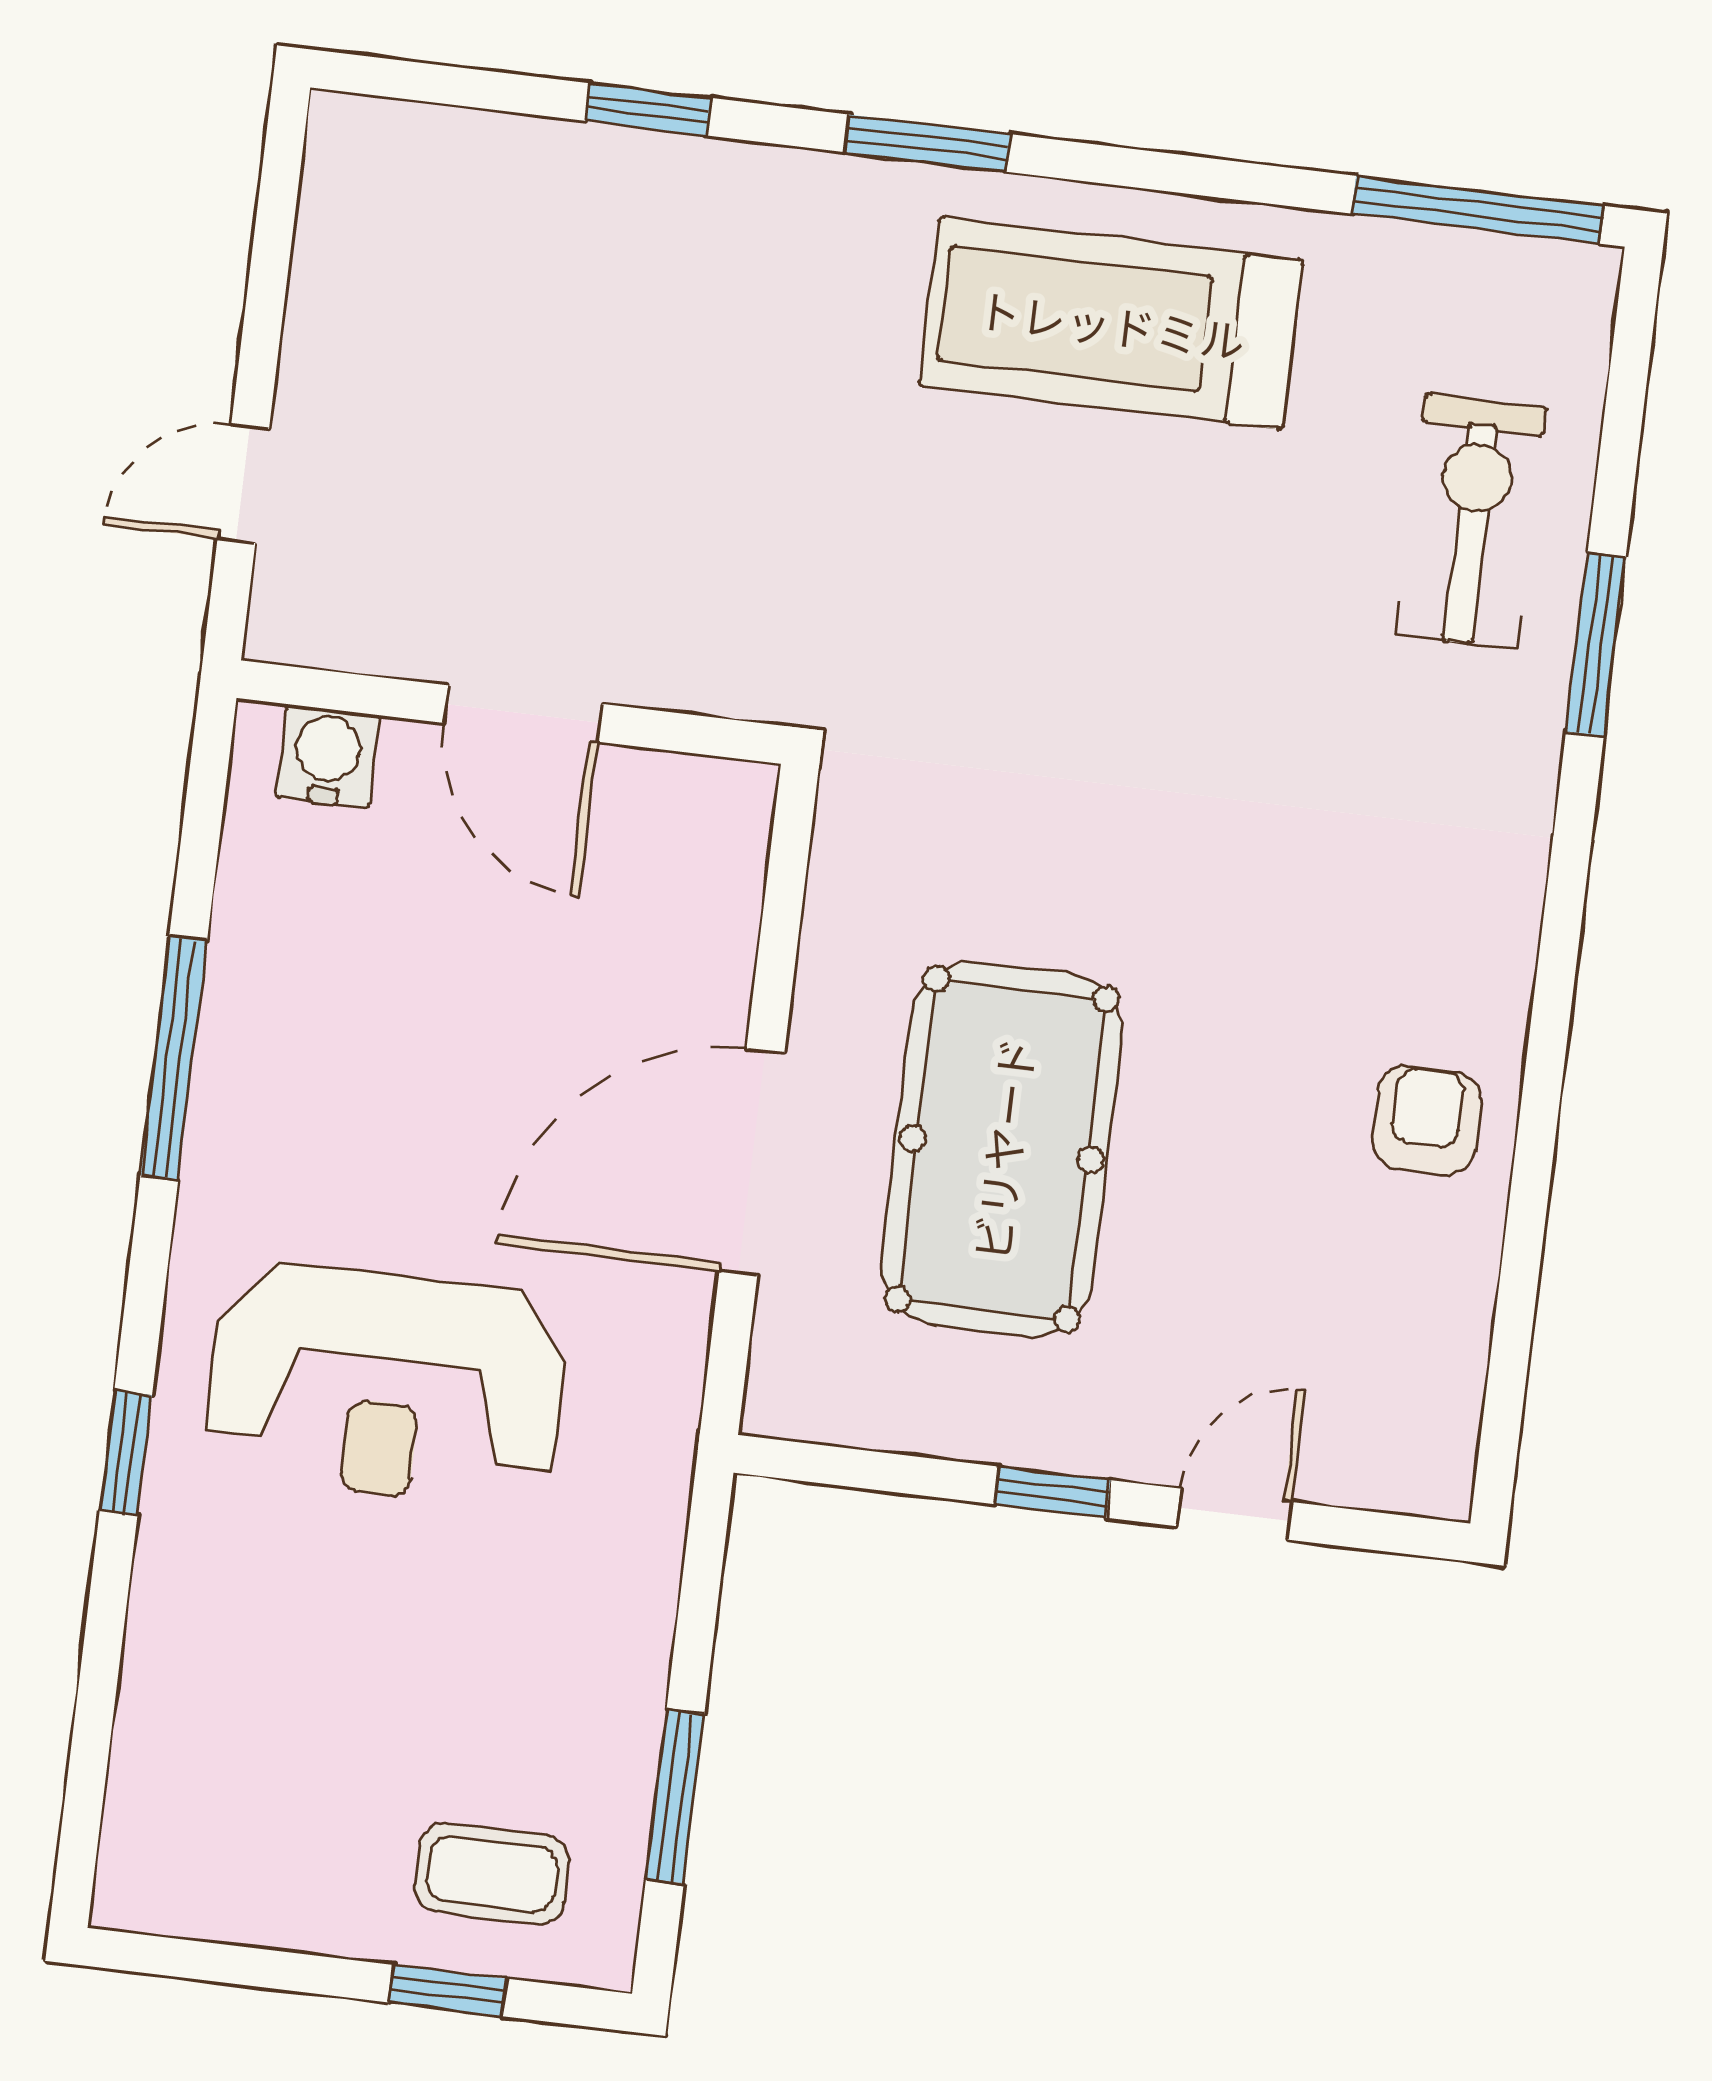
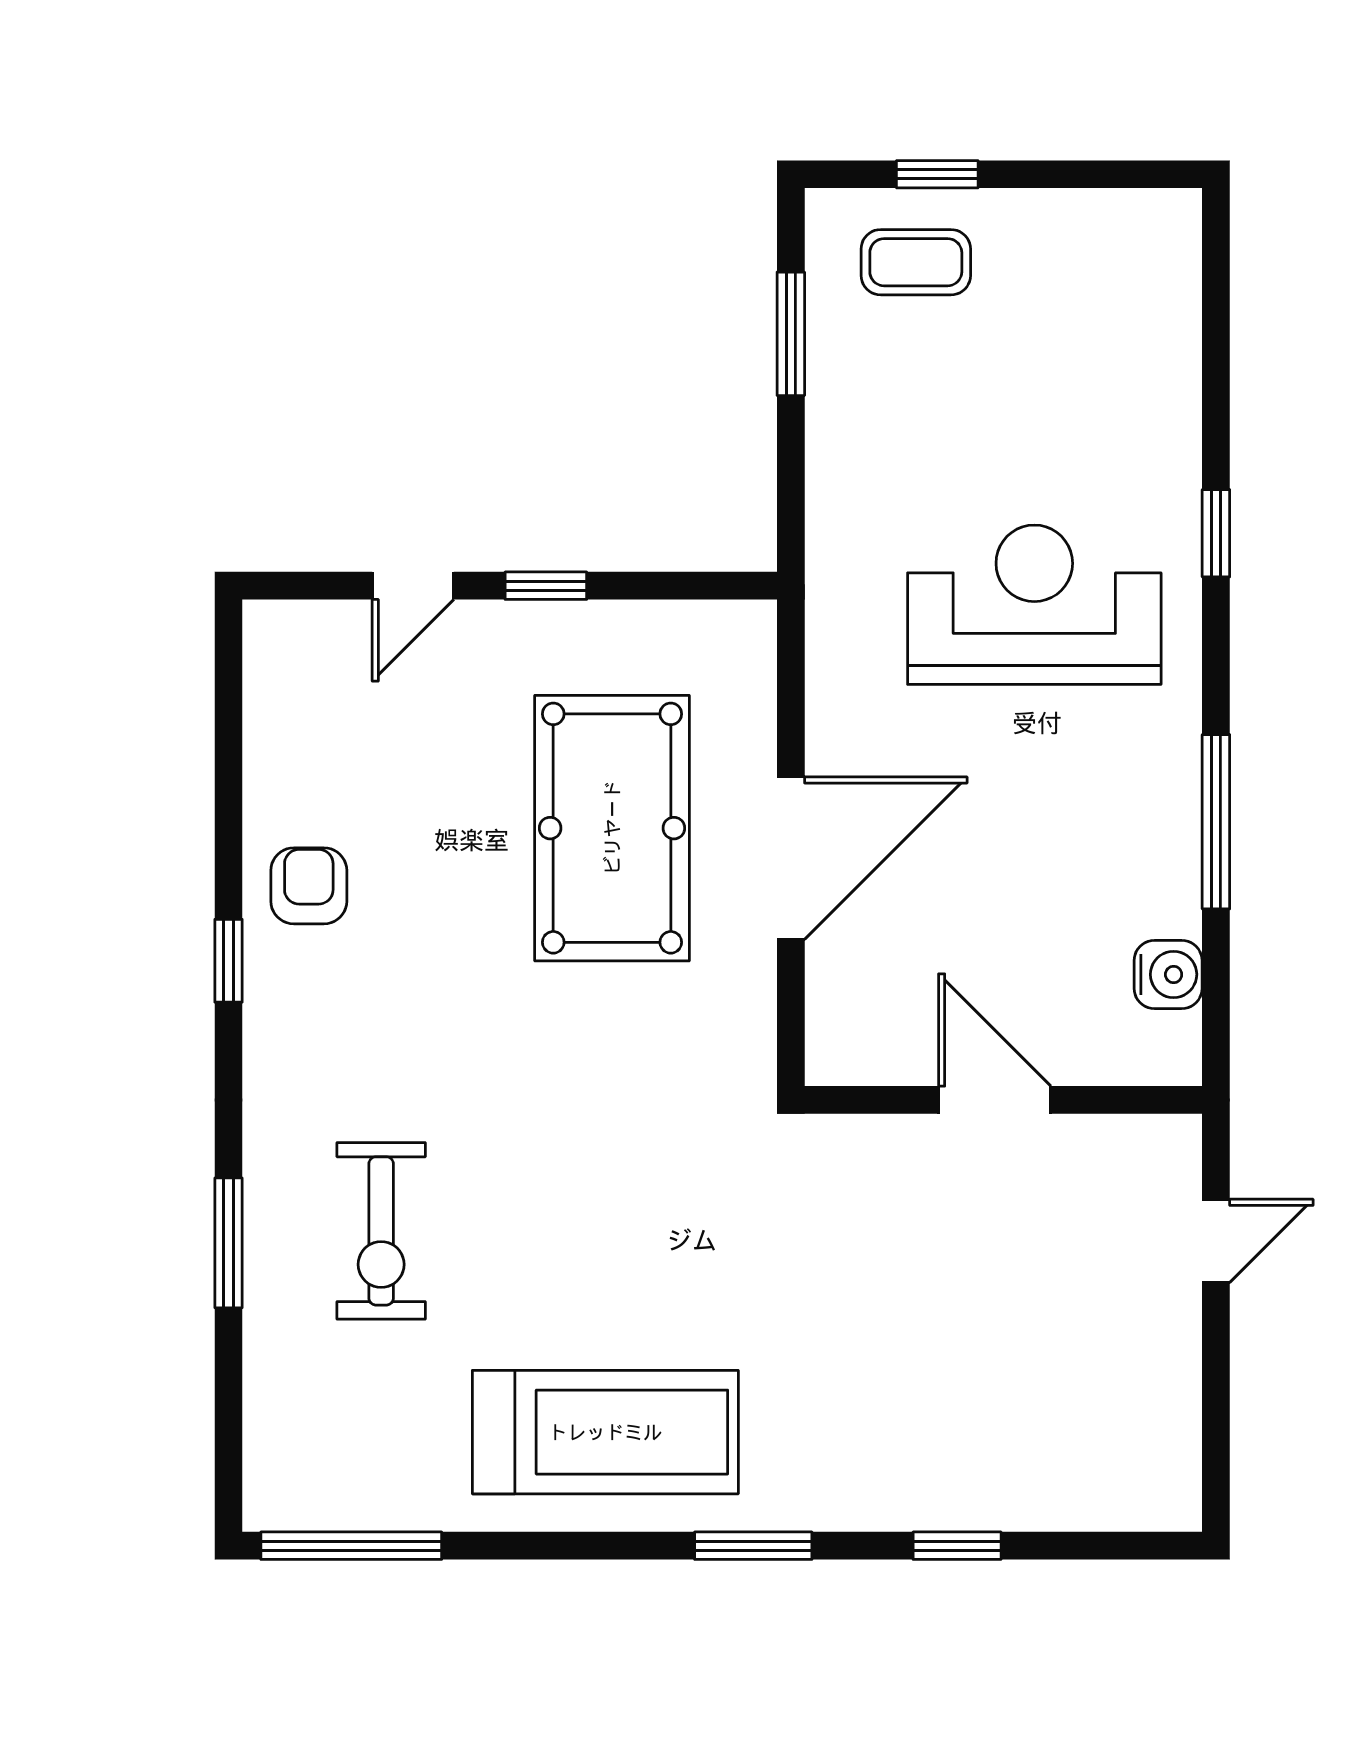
exercise bike: (1471, 521) -> (381, 1231), moved
water cooler: (328, 756) -> (1168, 974), moved, turned -90
window: (1549, 1031) -> (229, 961), added
armchair: (1427, 1120) -> (309, 886), turned 180
door: (752, 1162) -> (791, 858), moved

